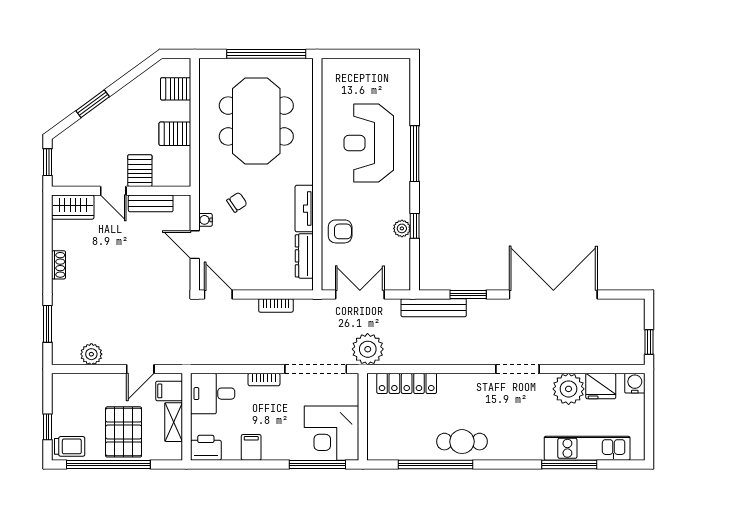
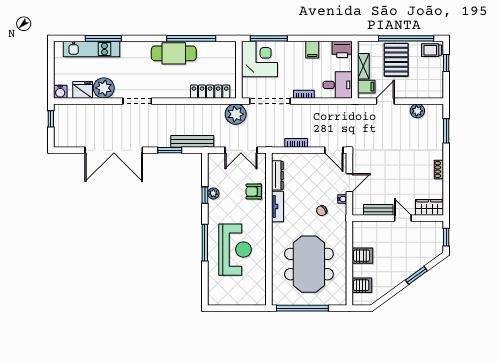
server rack: (140, 171) -> (385, 231), removed
door: (195, 245) -> (349, 183), hinge flipped
cafe table: (462, 442) -> (174, 53), width x1.37, depth x1.35

